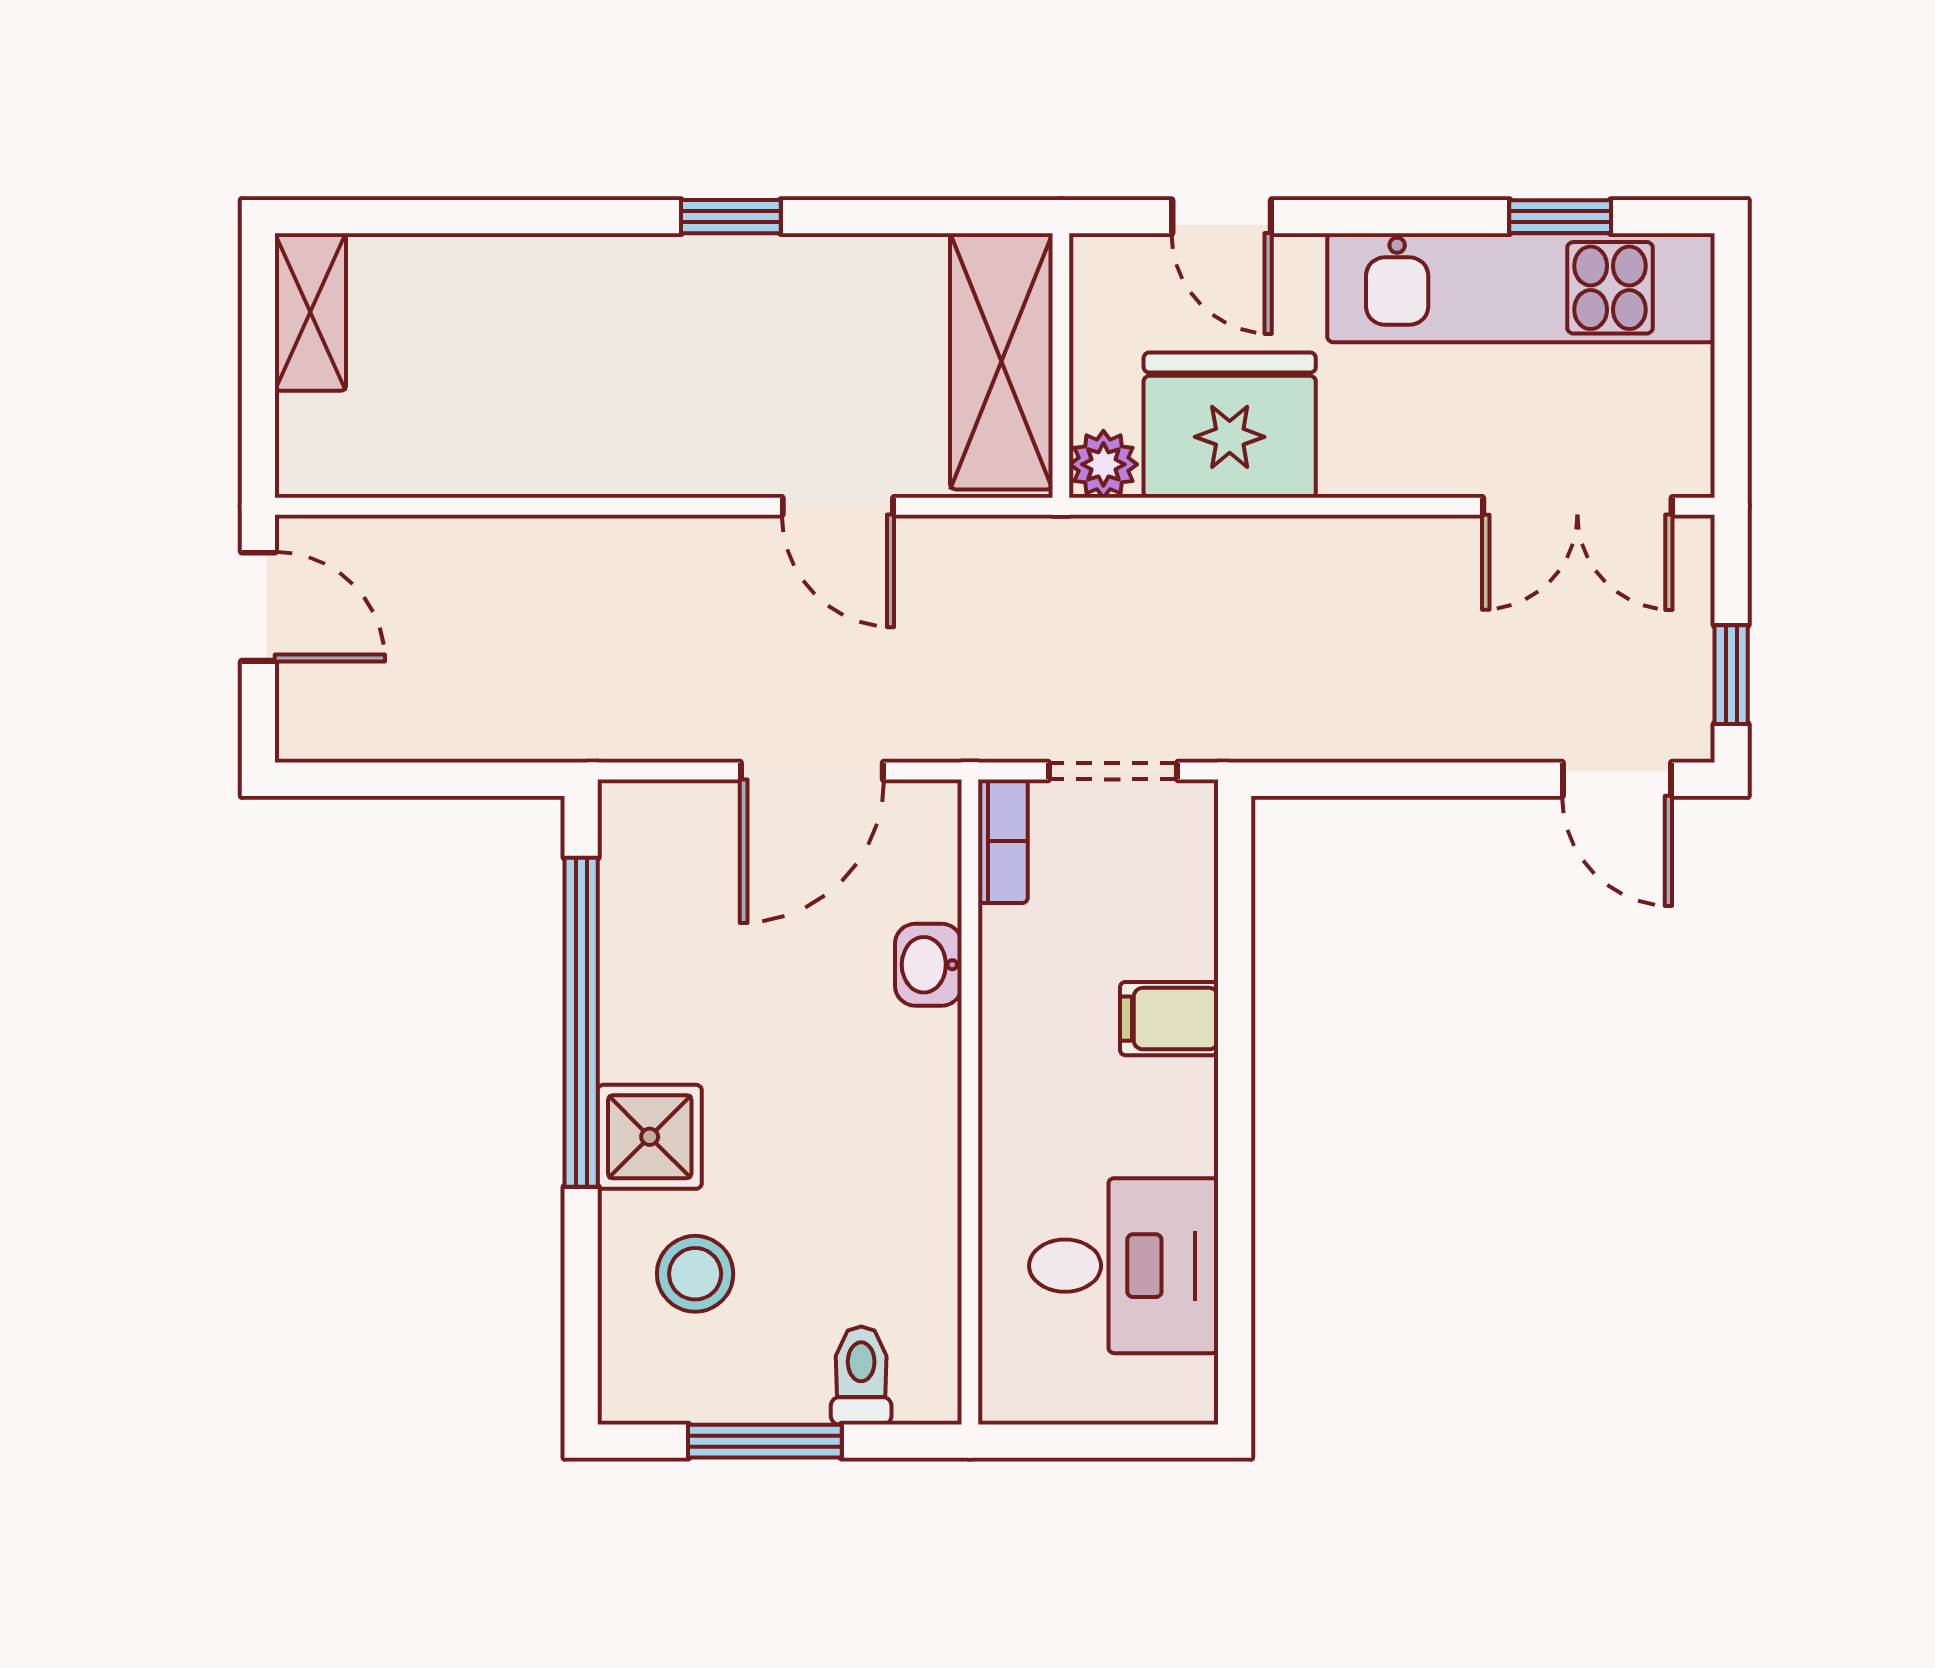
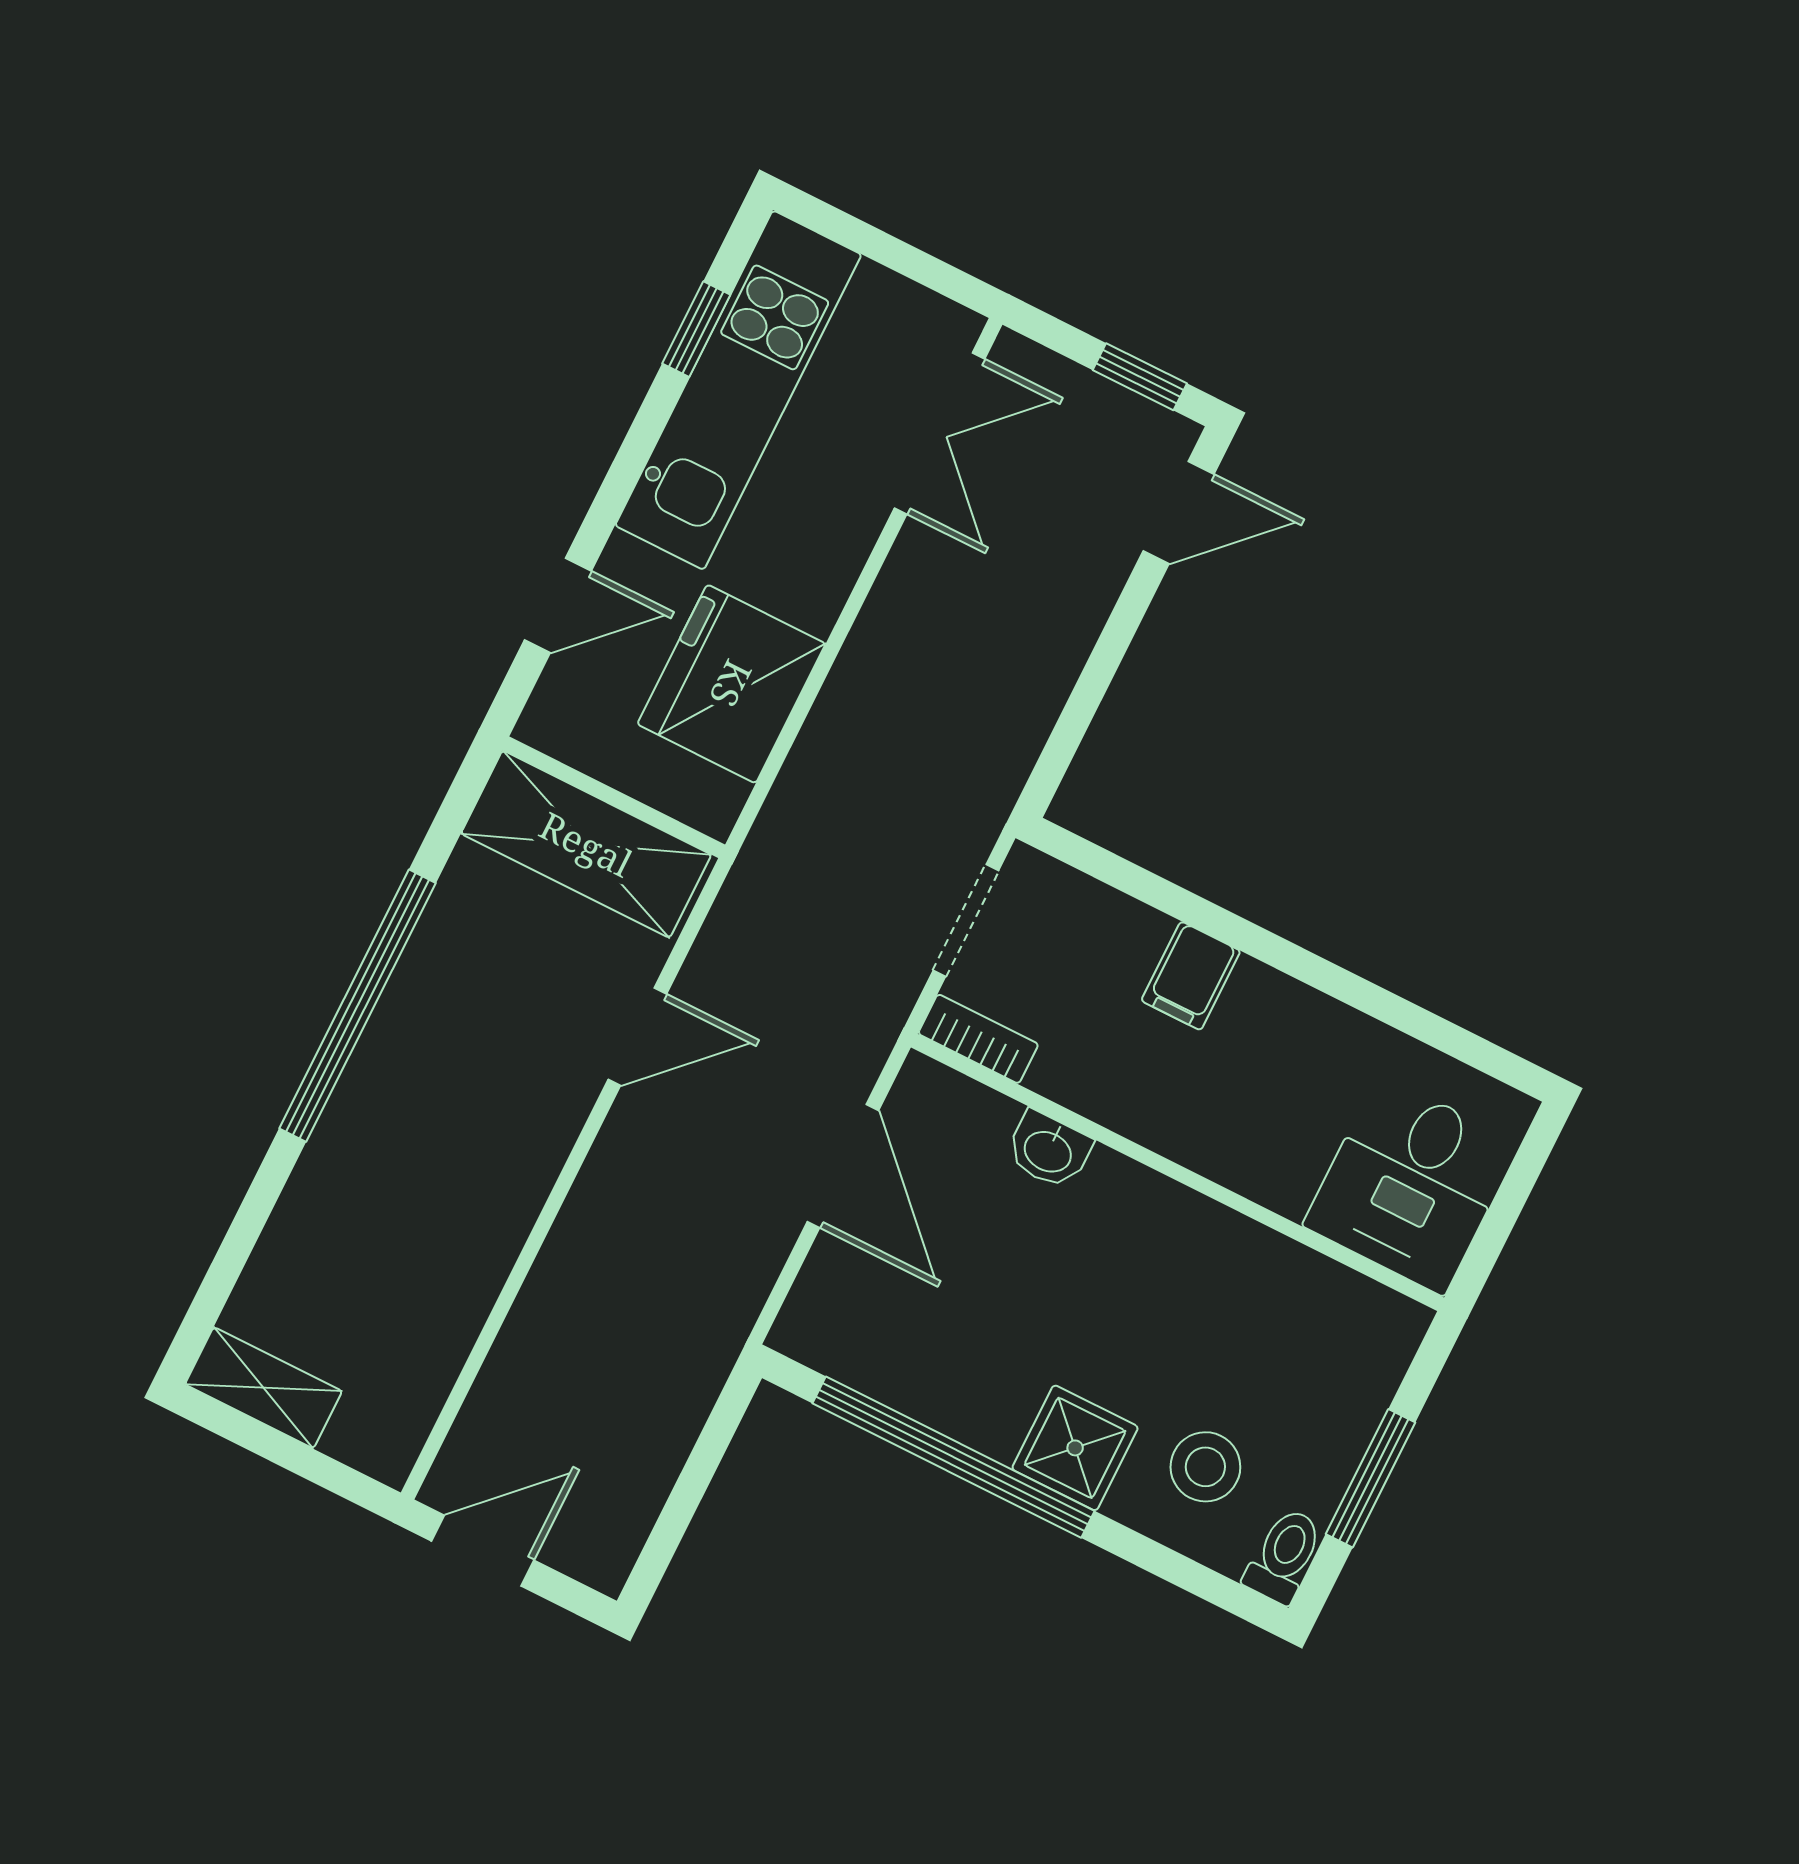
window: (731, 217) -> (357, 1006), width x3.17
plant: (1103, 464) -> (712, 803), removed
desk: (1124, 1266) -> (1411, 1185), moved, turned 180
toilet: (861, 1376) -> (1284, 1556), moved, turned 90

